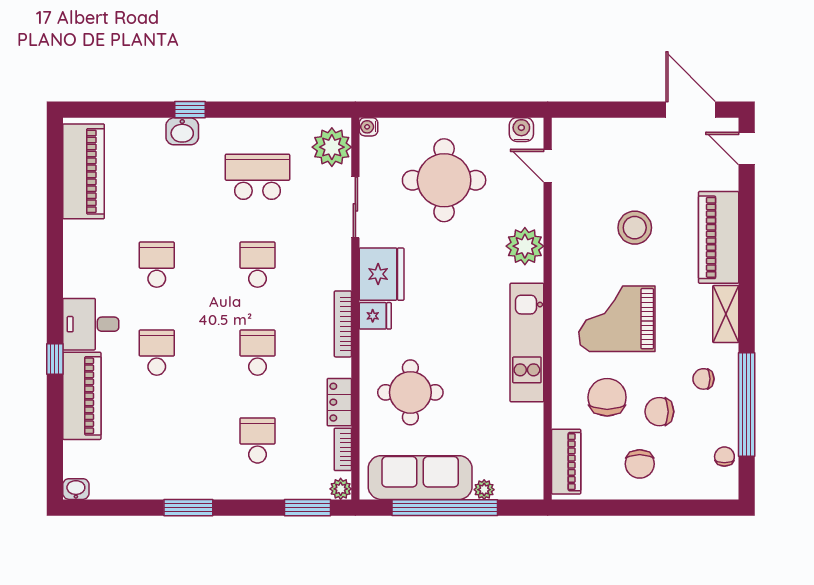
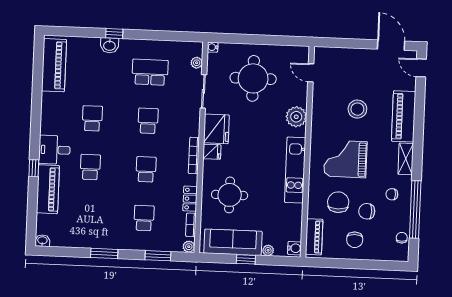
water cooler: (521, 130) -> (295, 248), moved, turned 90
plant: (332, 147) -> (197, 63), width x0.53, depth x0.53
window: (307, 508) -> (158, 256), moved
window: (445, 508) -> (246, 259), width x0.32

